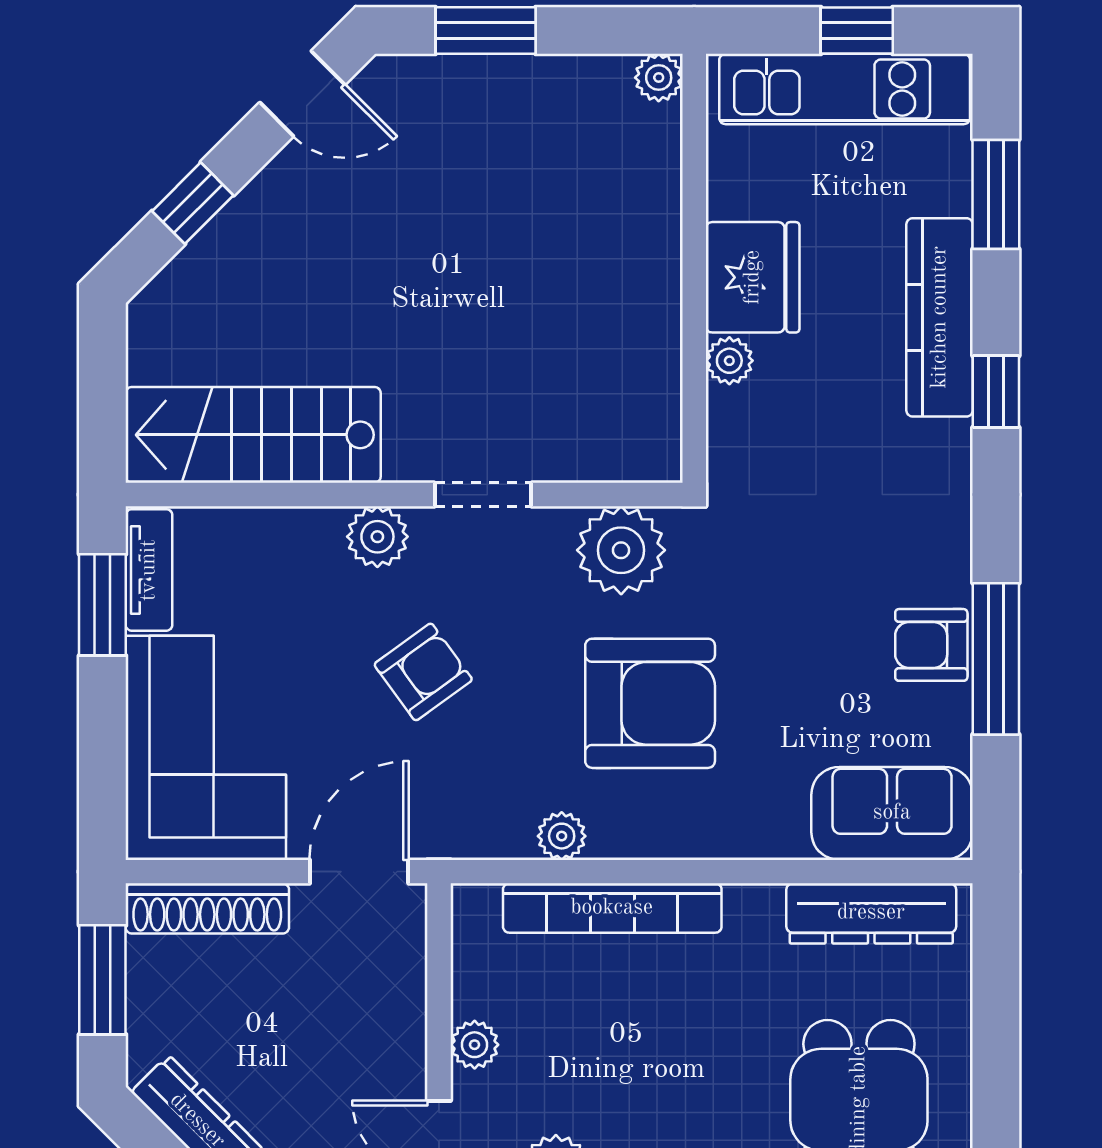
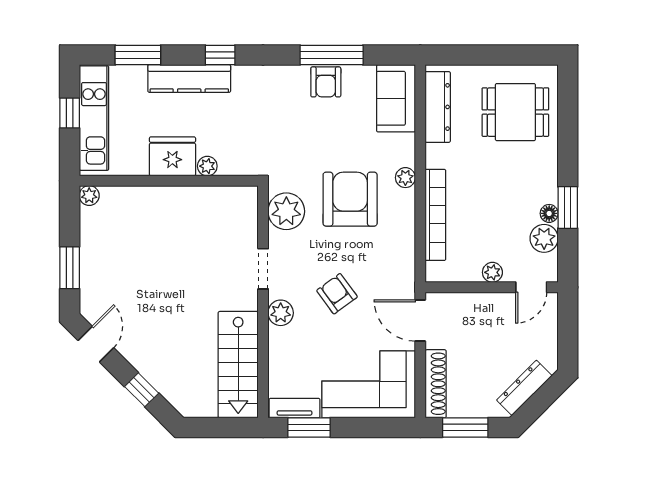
plant: (562, 836) -> (405, 178), moved

